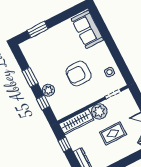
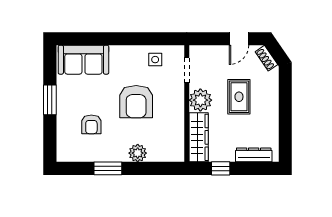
window: (38, 30) -> (50, 100), moved
armchair: (51, 54) -> (91, 124), added
window: (43, 103) -> (150, 168), removed

